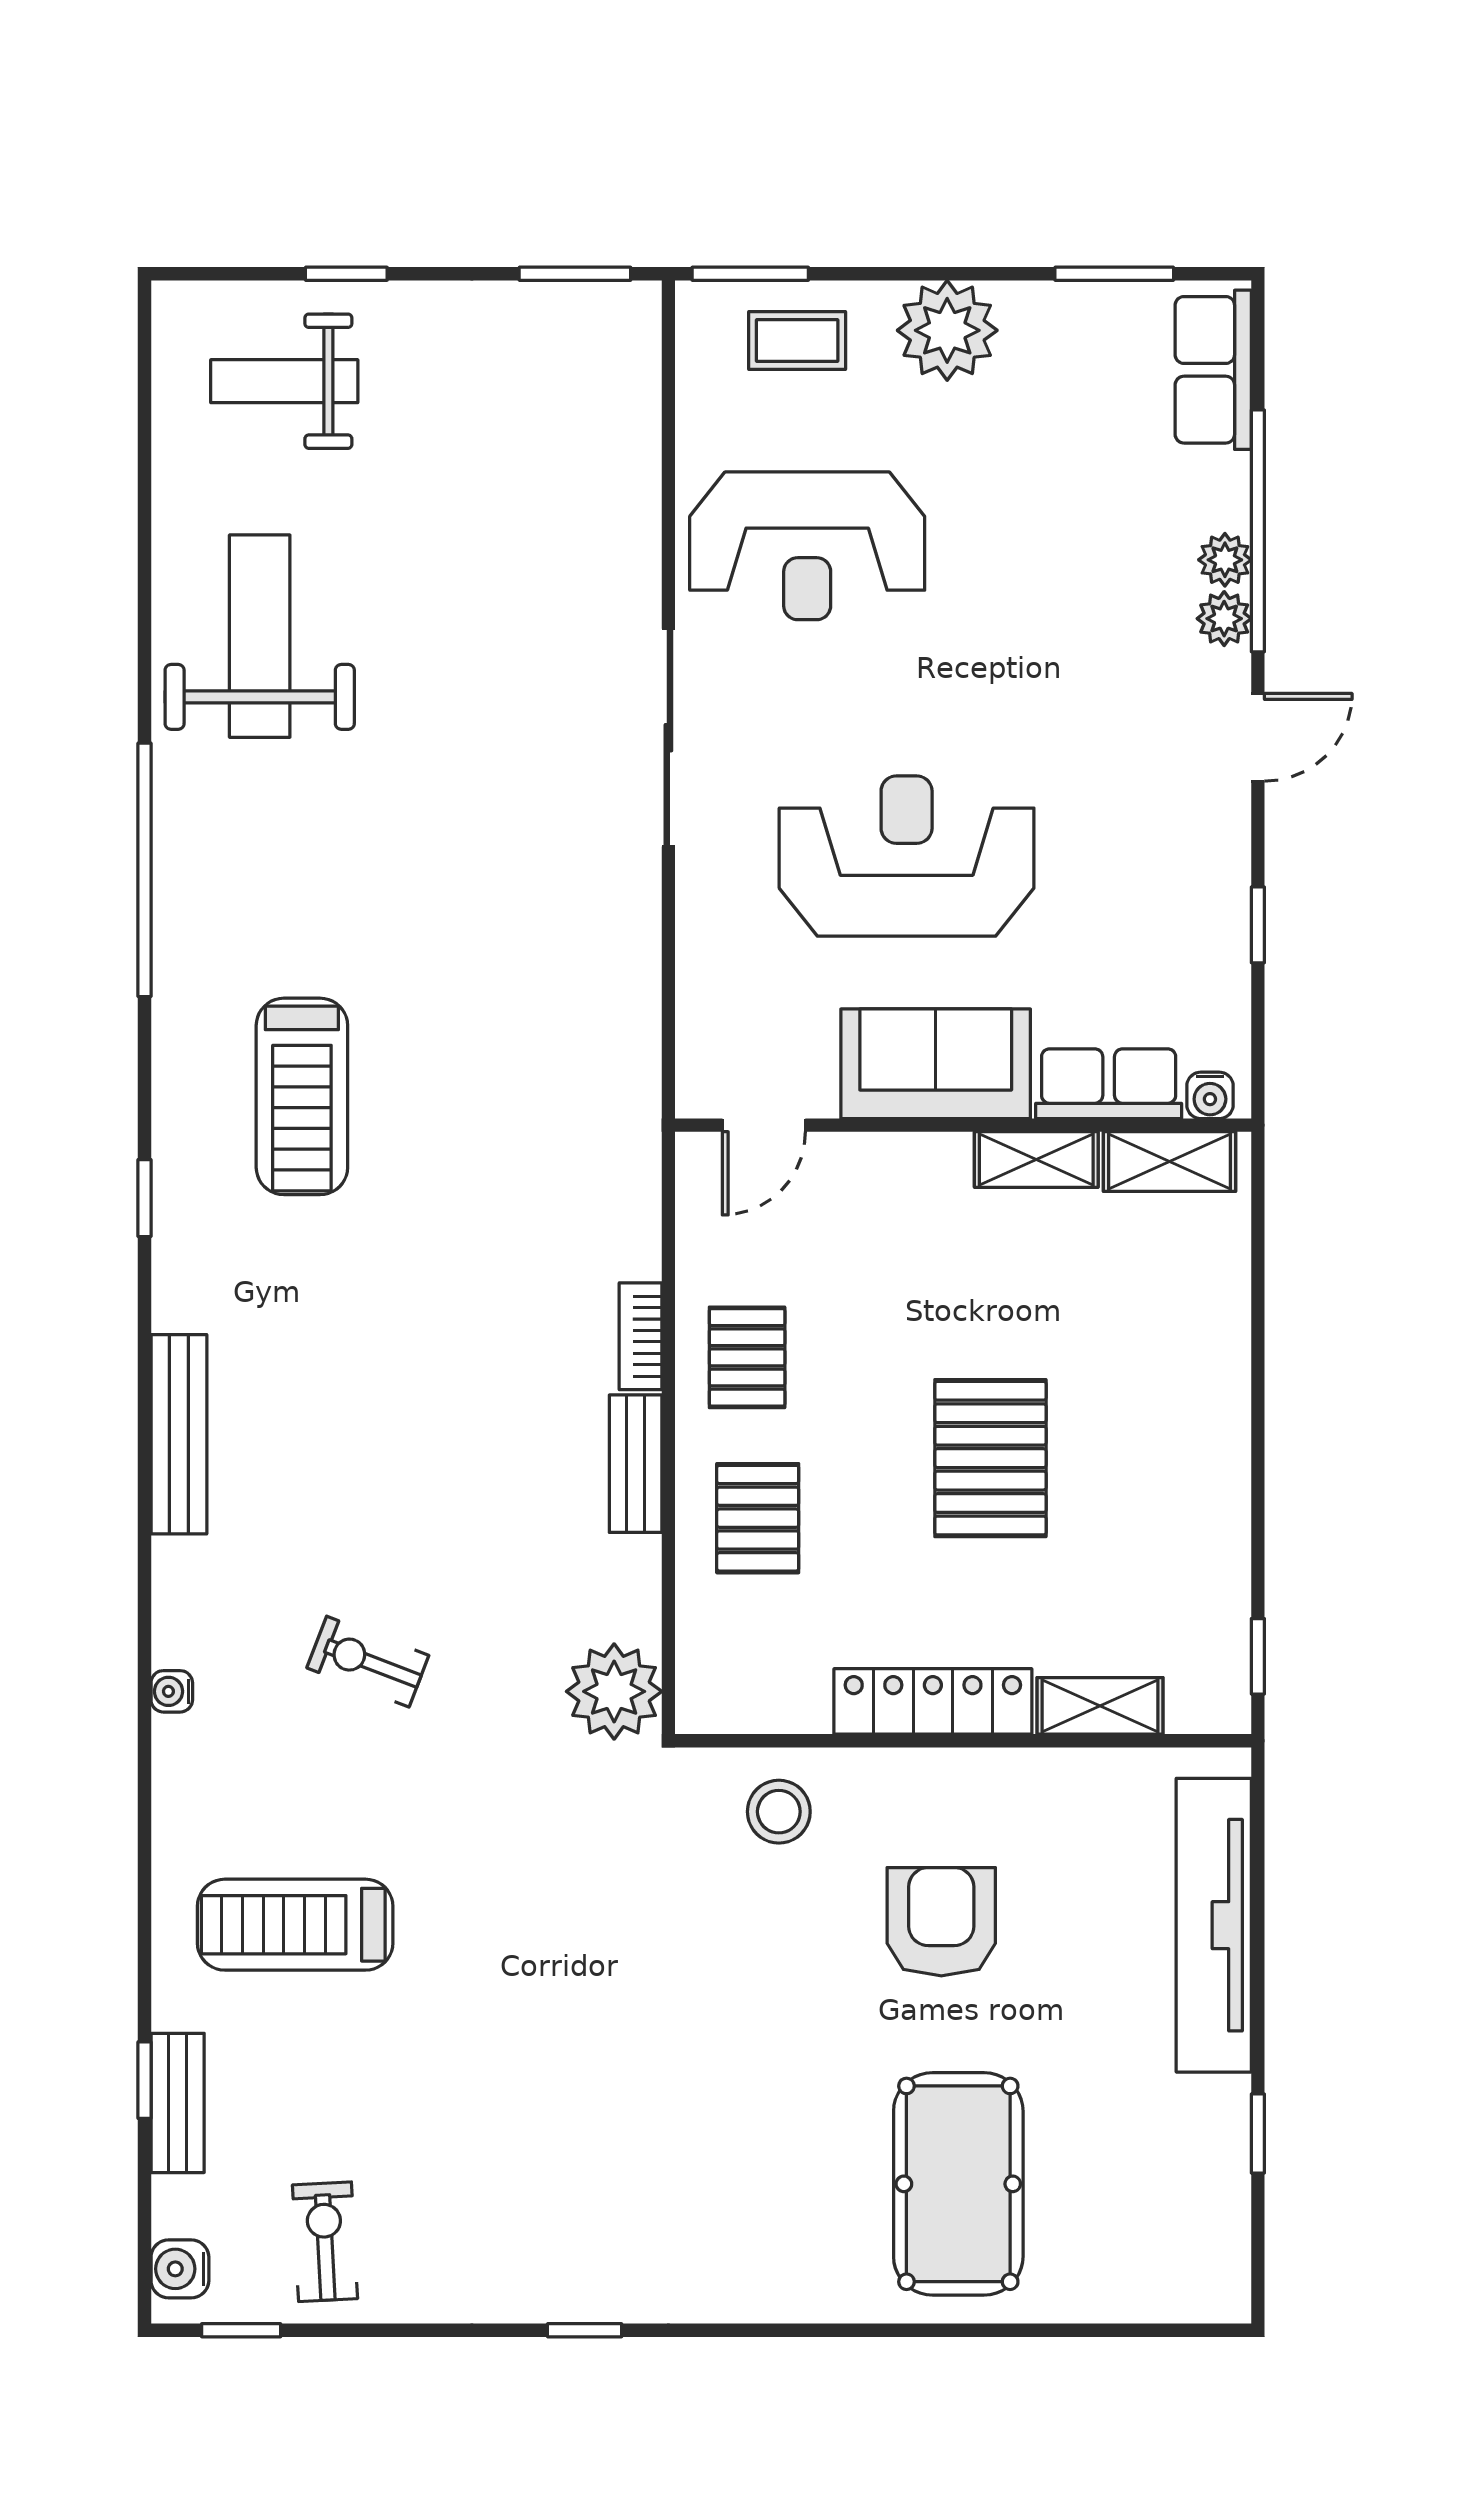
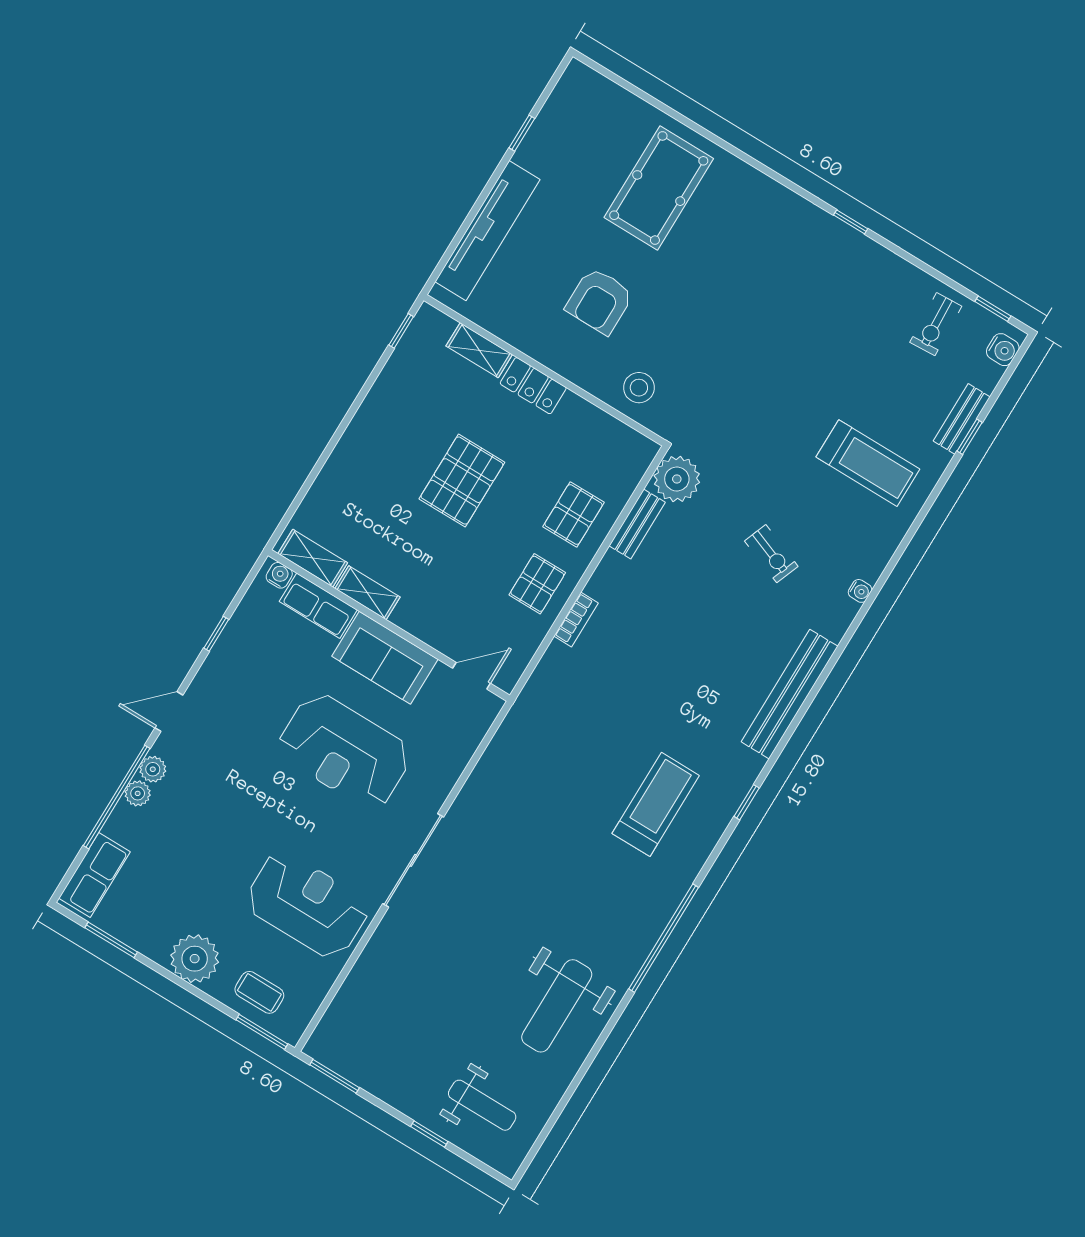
bench: (179, 1434) -> (790, 694), width x1.37, depth x1.21
bench: (636, 1464) -> (637, 524), moved
locker: (933, 1701) -> (533, 386), width x0.66

